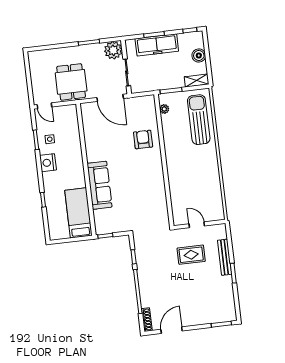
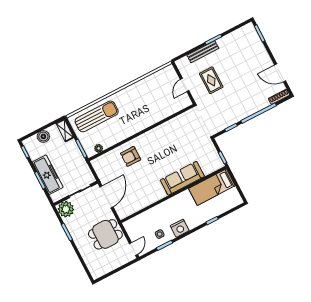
sun lounger: (199, 120) -> (97, 116), turned 180

